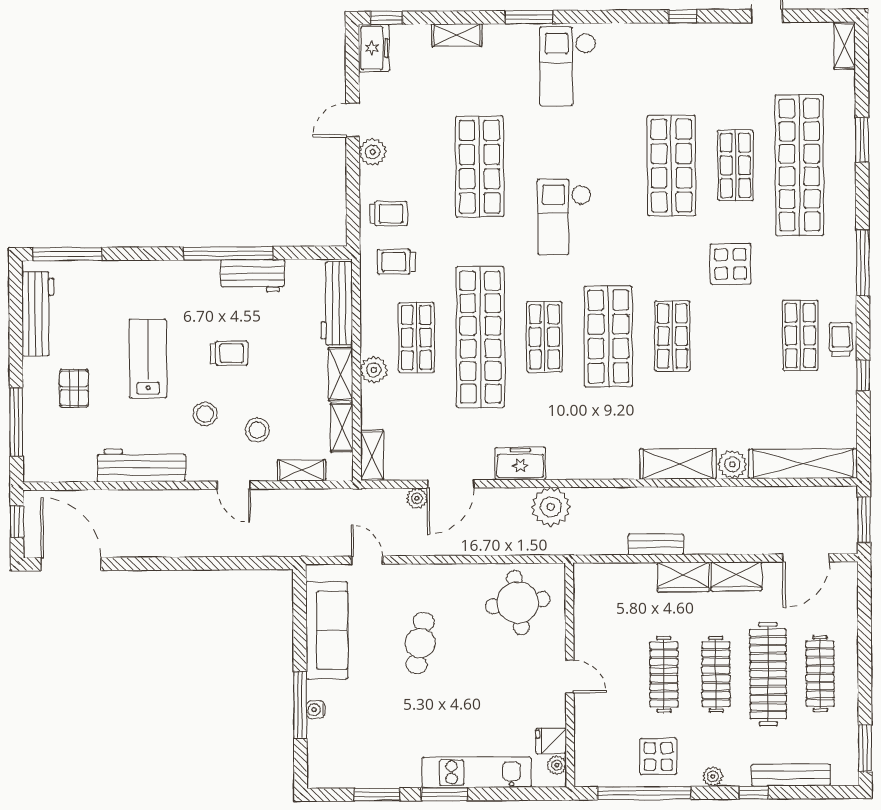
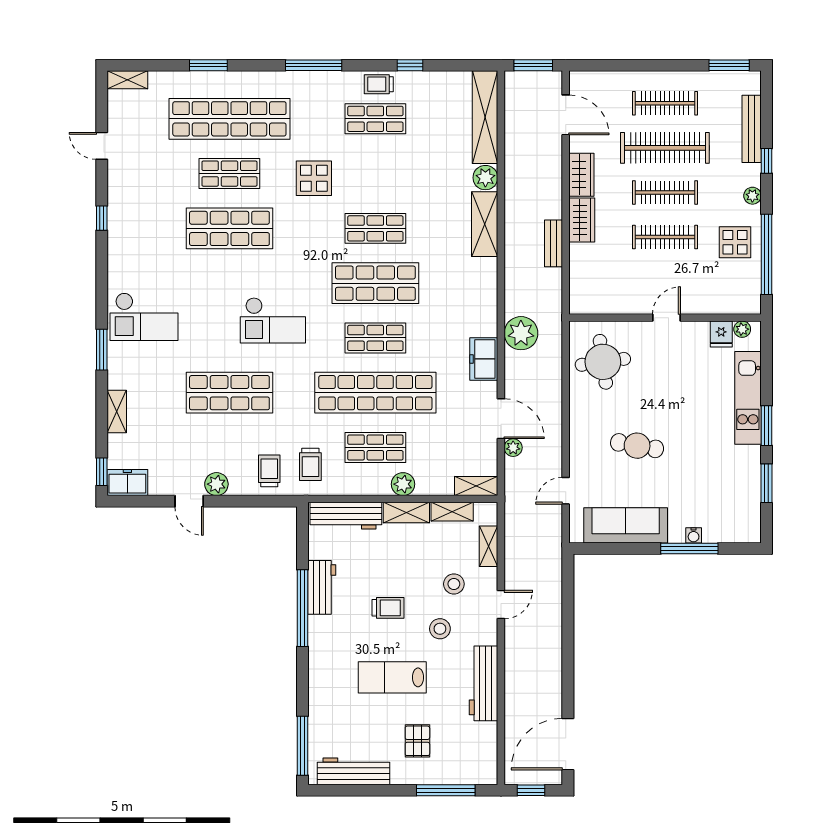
trolley: (229, 353) -> (388, 608), turned 90
pallet: (74, 388) -> (417, 741), turned 90

